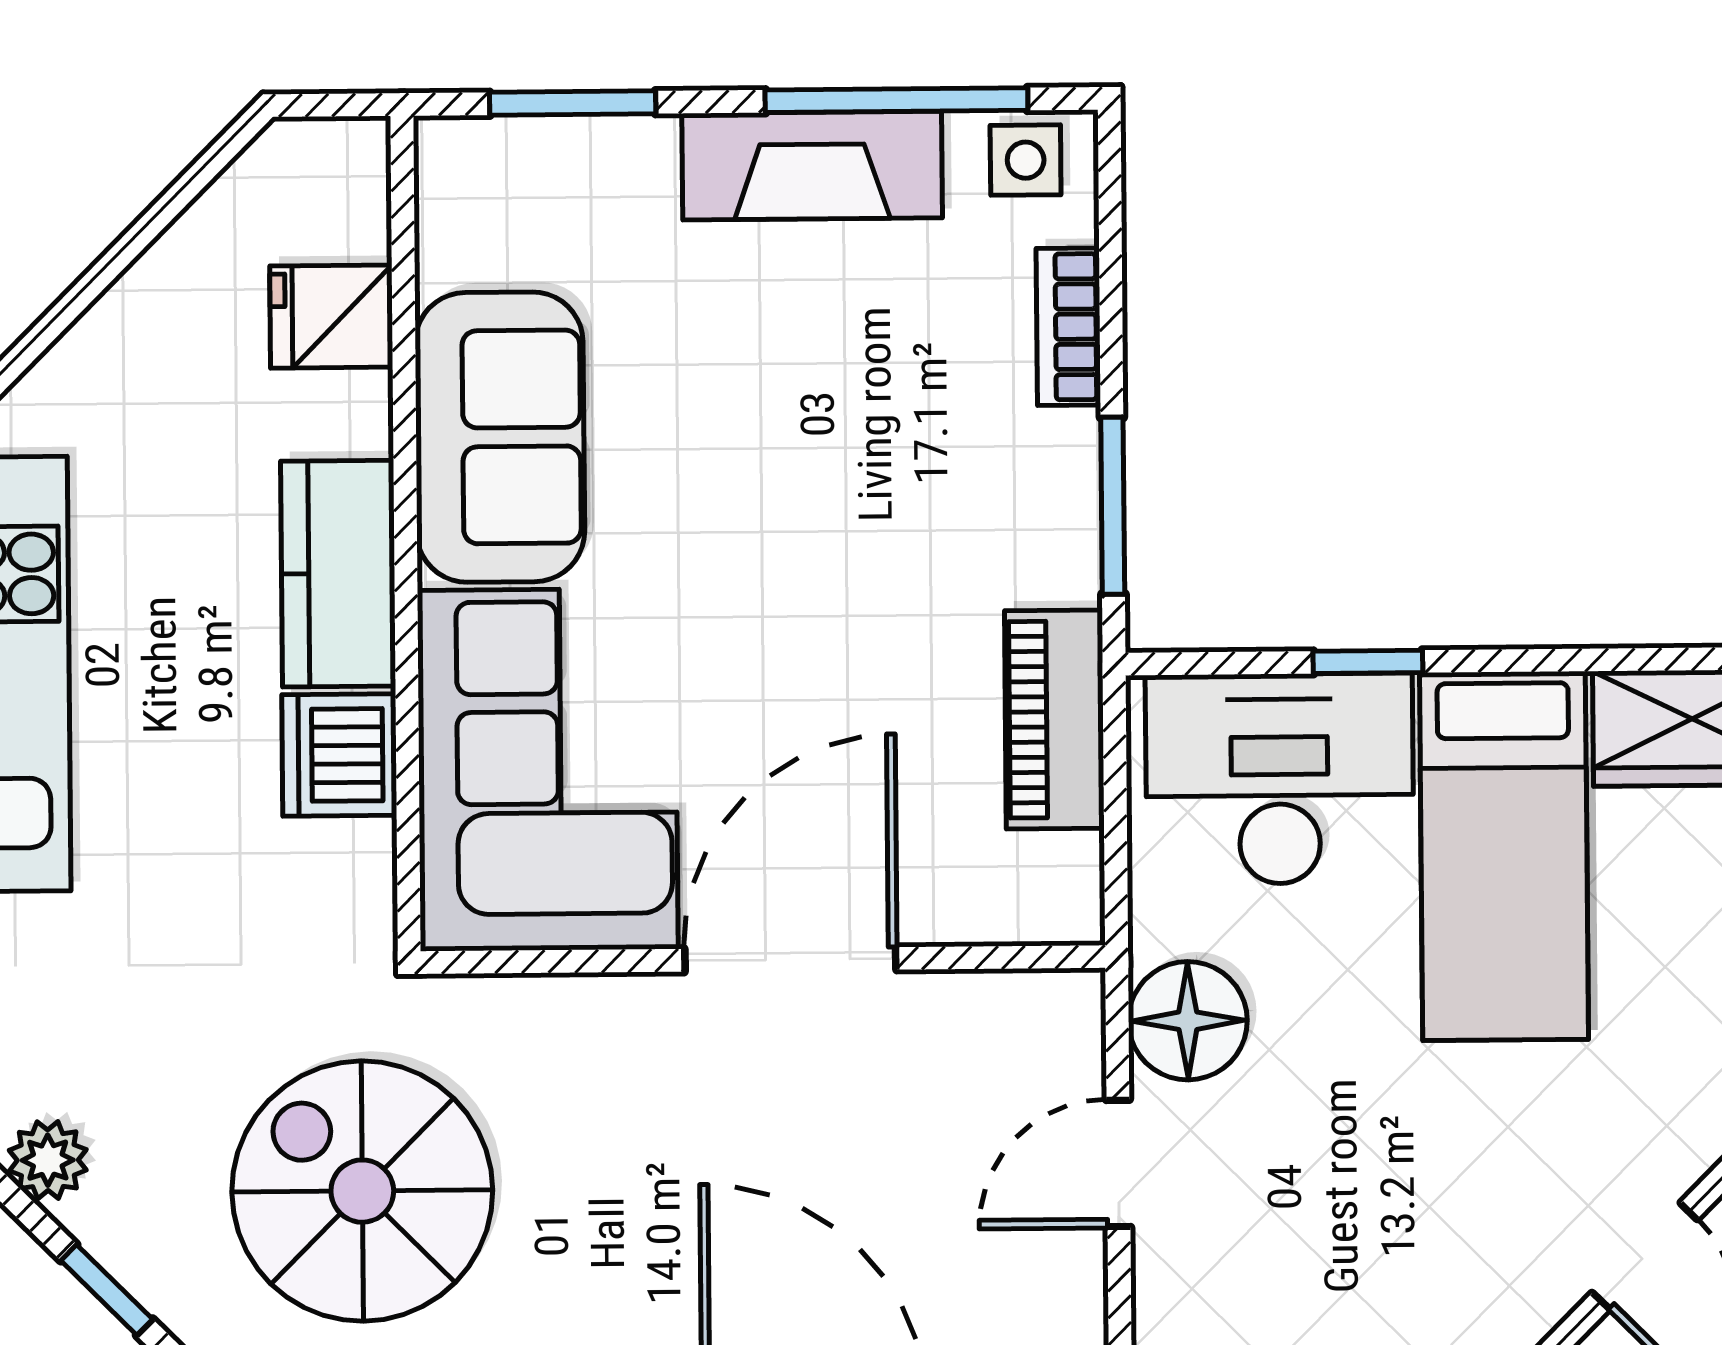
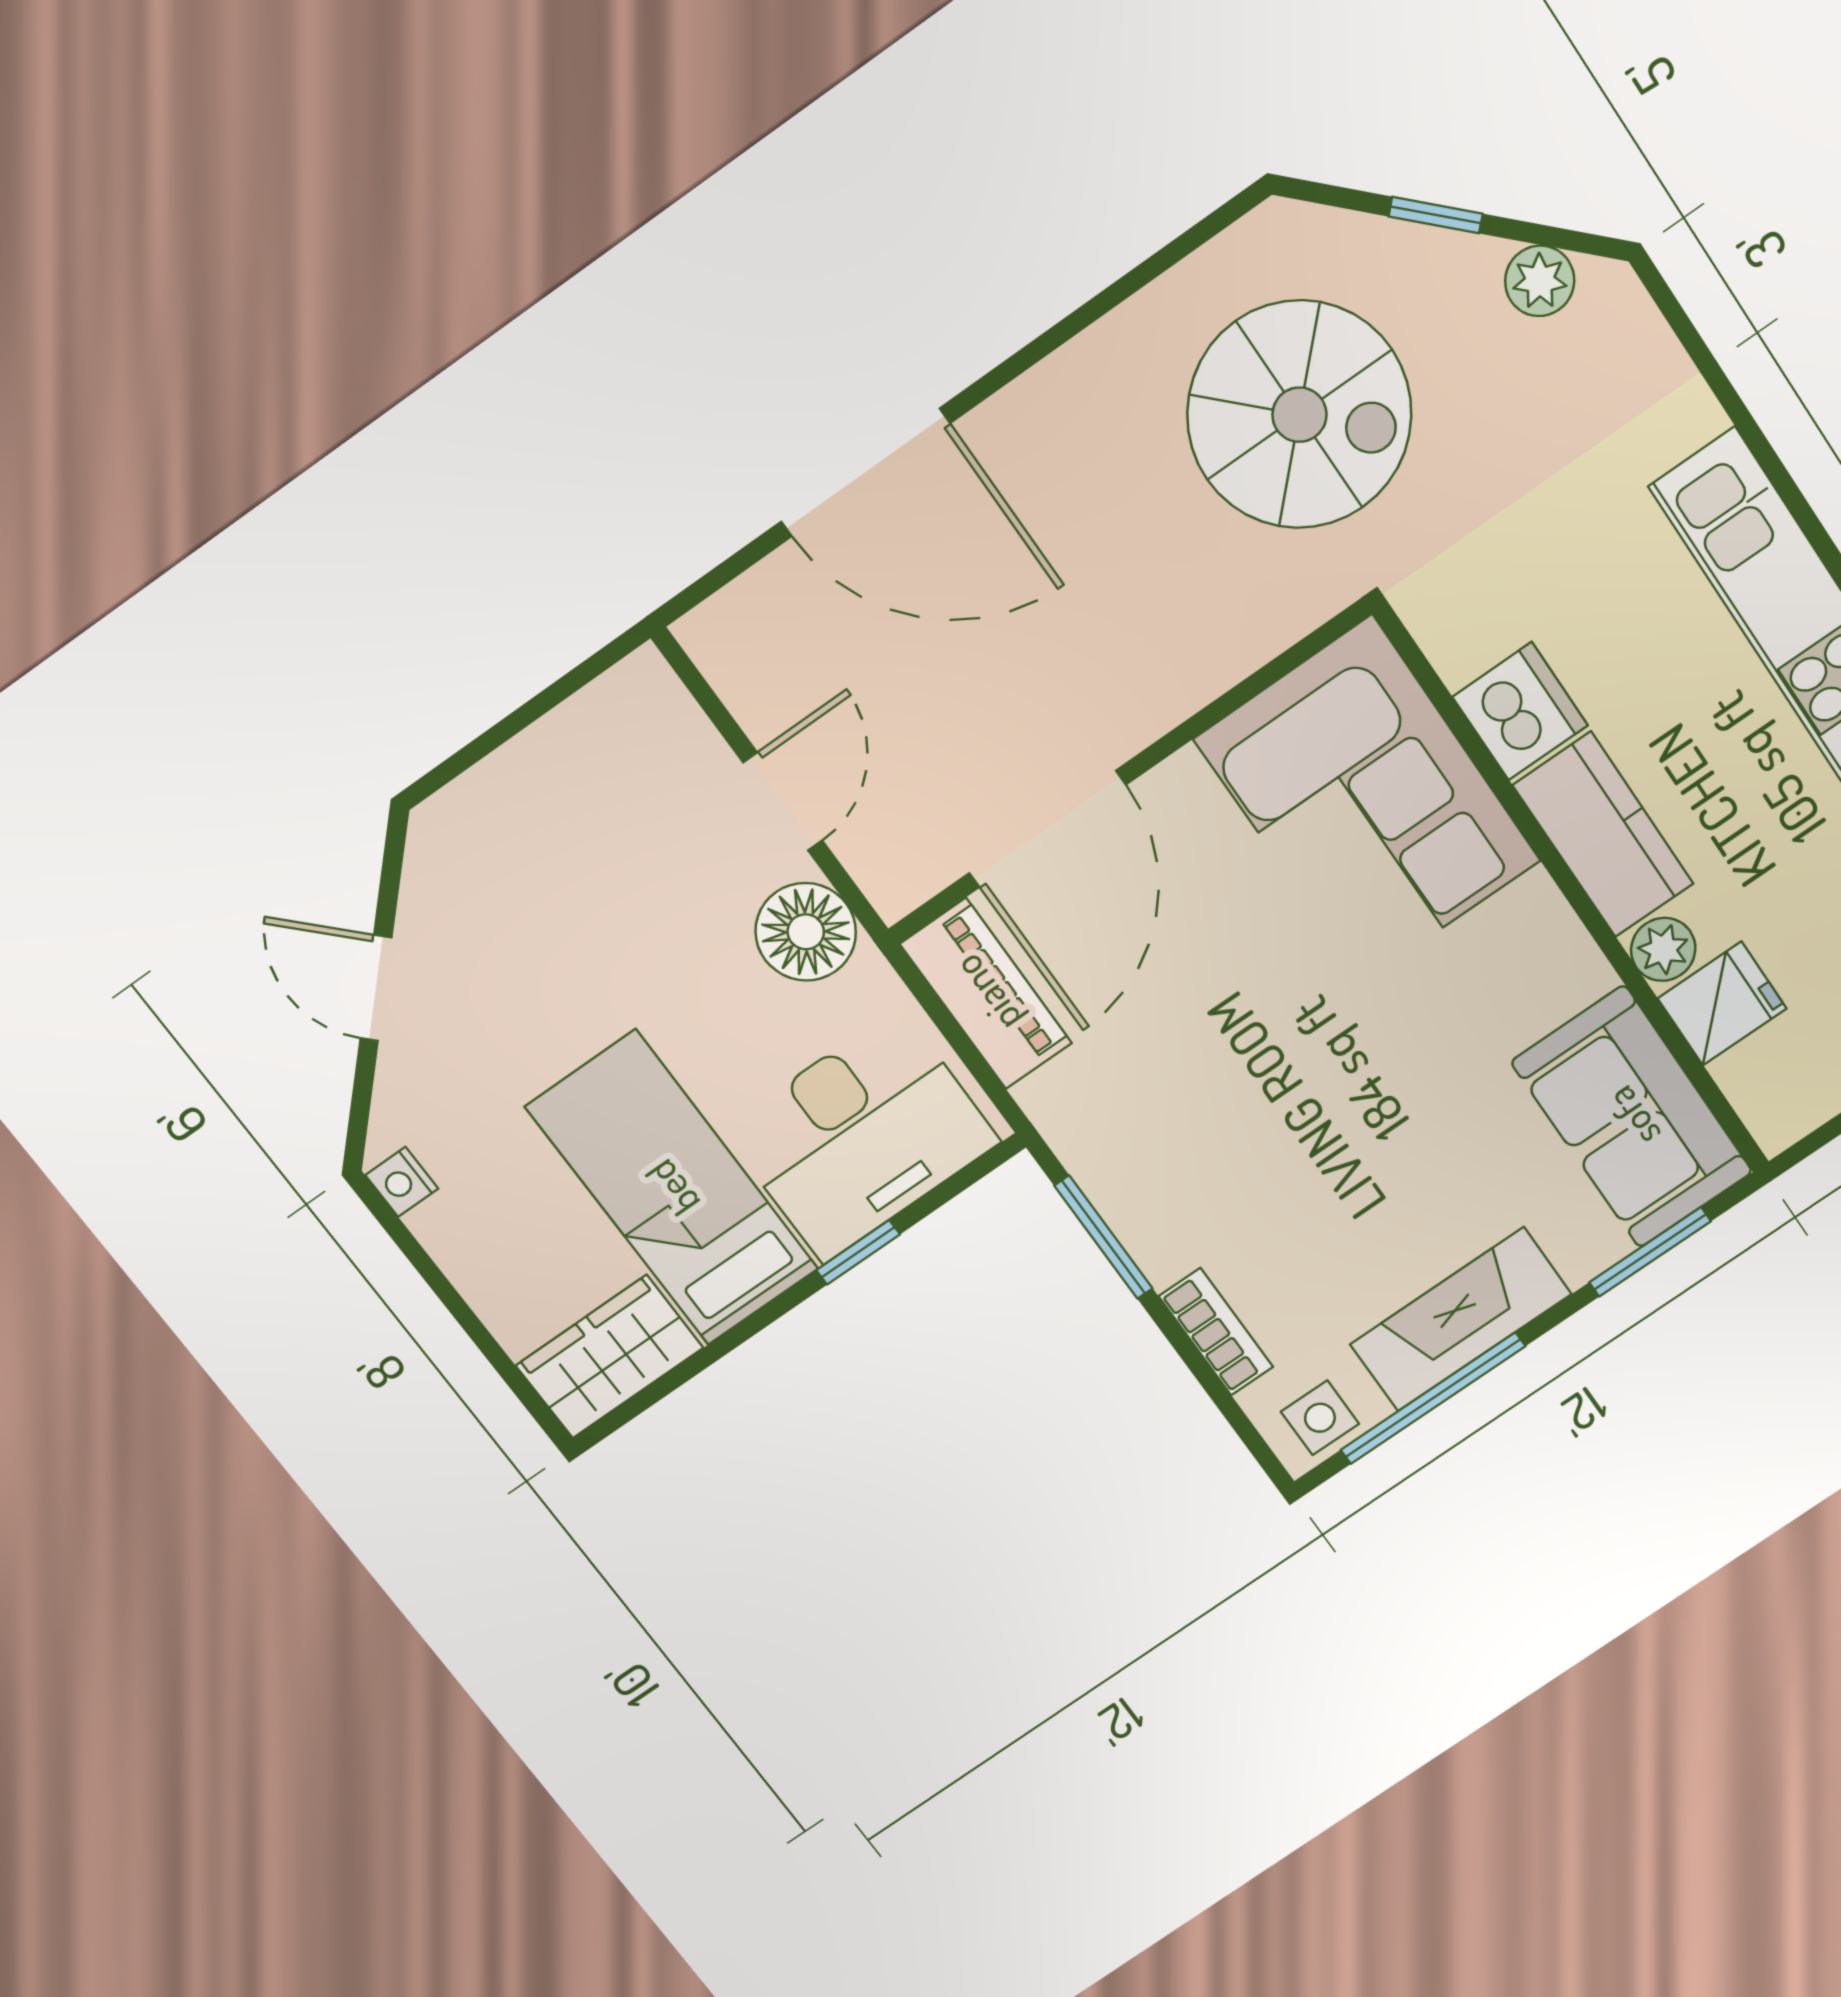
plant: (354, 414) -> (1663, 949), added
sofa: (500, 437) -> (1632, 1117), moved
piano: (1054, 719) -> (986, 994), moved
door: (790, 959) -> (1047, 829), moved

